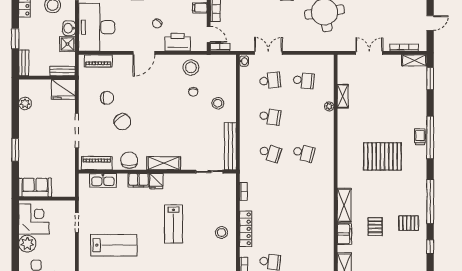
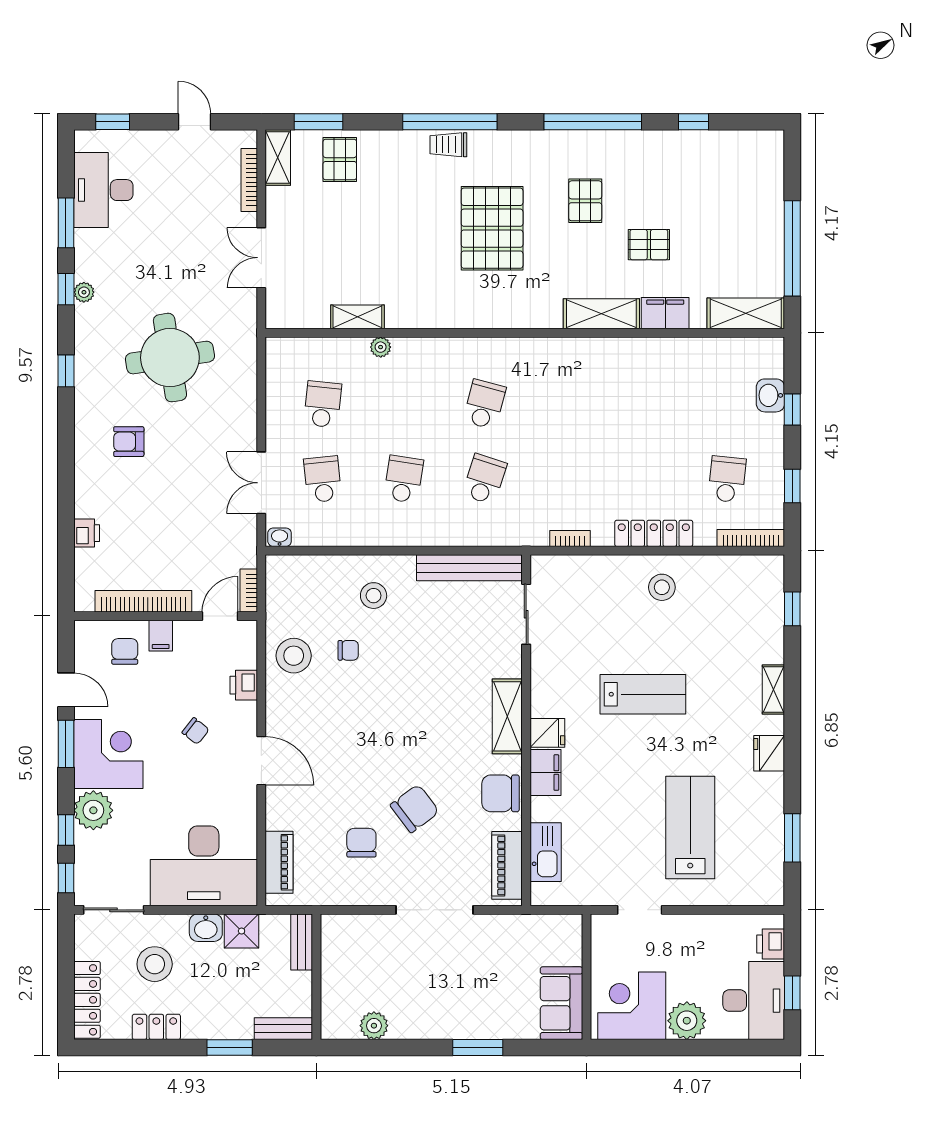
printer: (178, 42) -> (244, 685), width x0.53, depth x0.68
pallet: (413, 88) -> (340, 160), added
fridge: (63, 89) -> (343, 940), removed
pallet: (409, 223) -> (585, 201), moved

